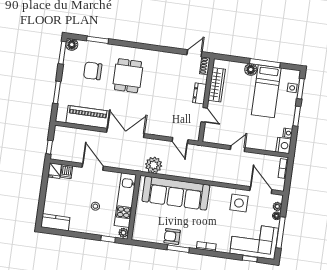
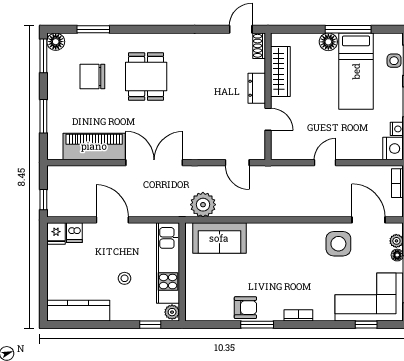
sofa: (176, 193) -> (219, 238), width x0.54, depth x0.79
kitchen counter: (55, 222) -> (78, 311), width x1.50
armchair: (172, 236) -> (245, 308), turned 180

